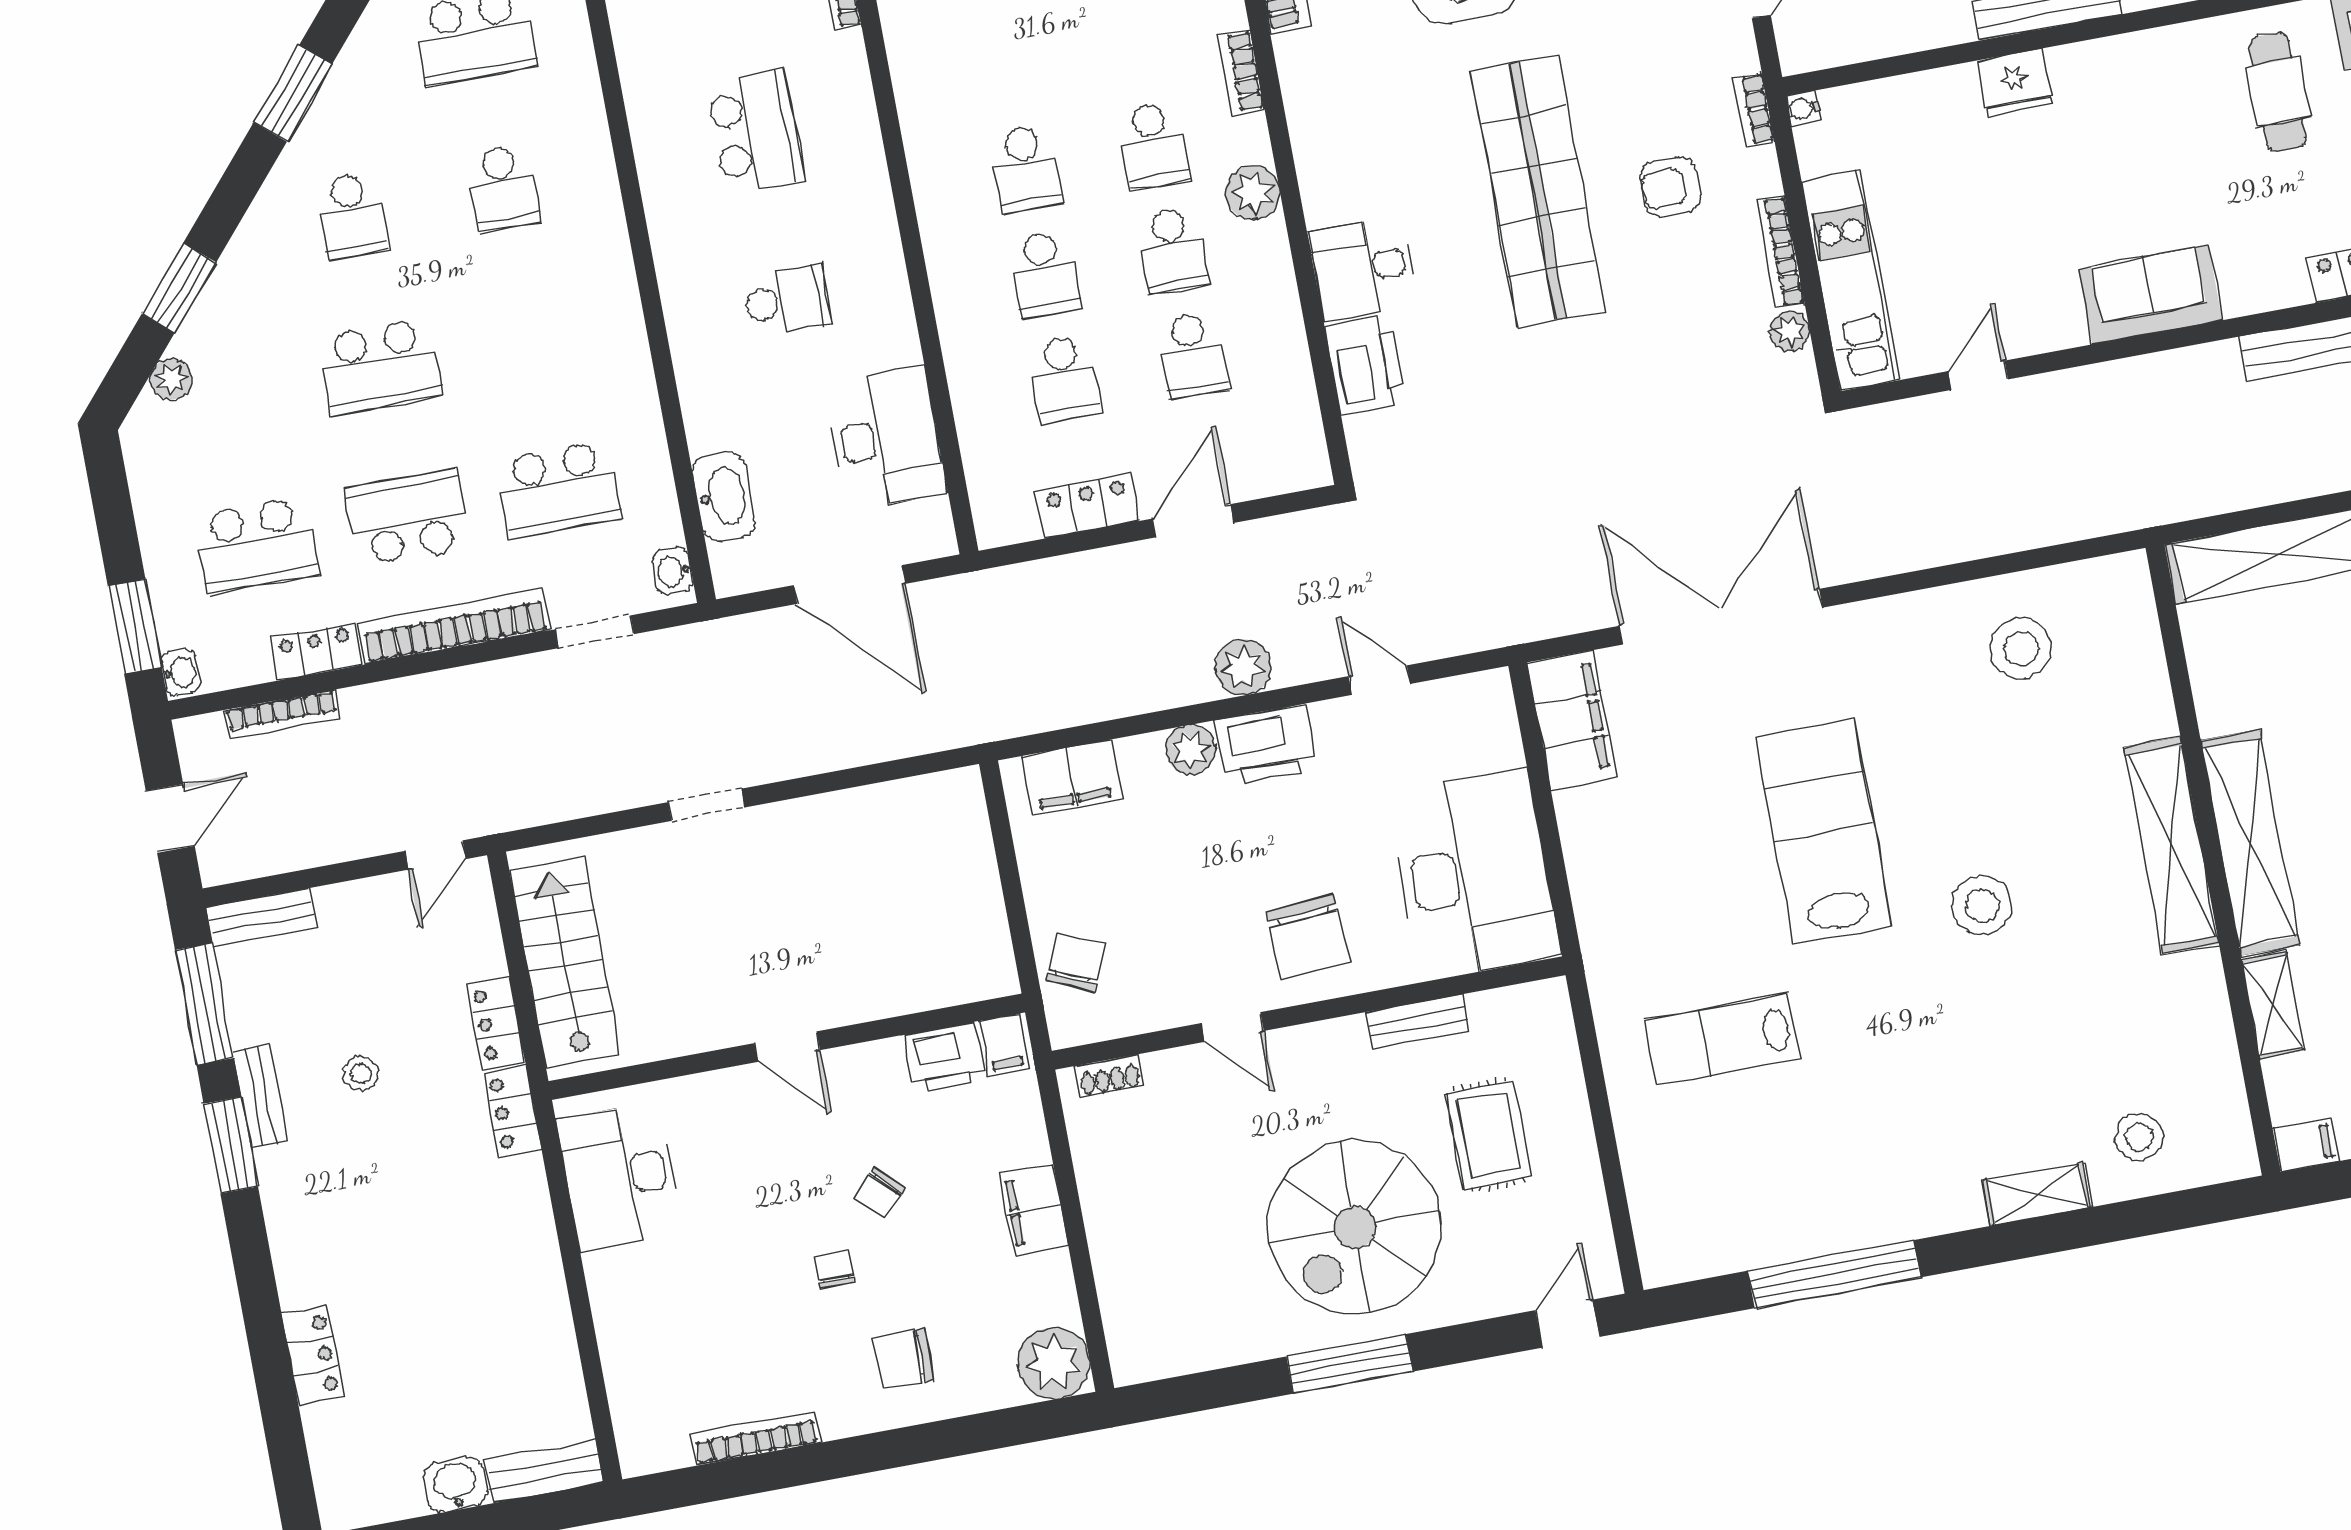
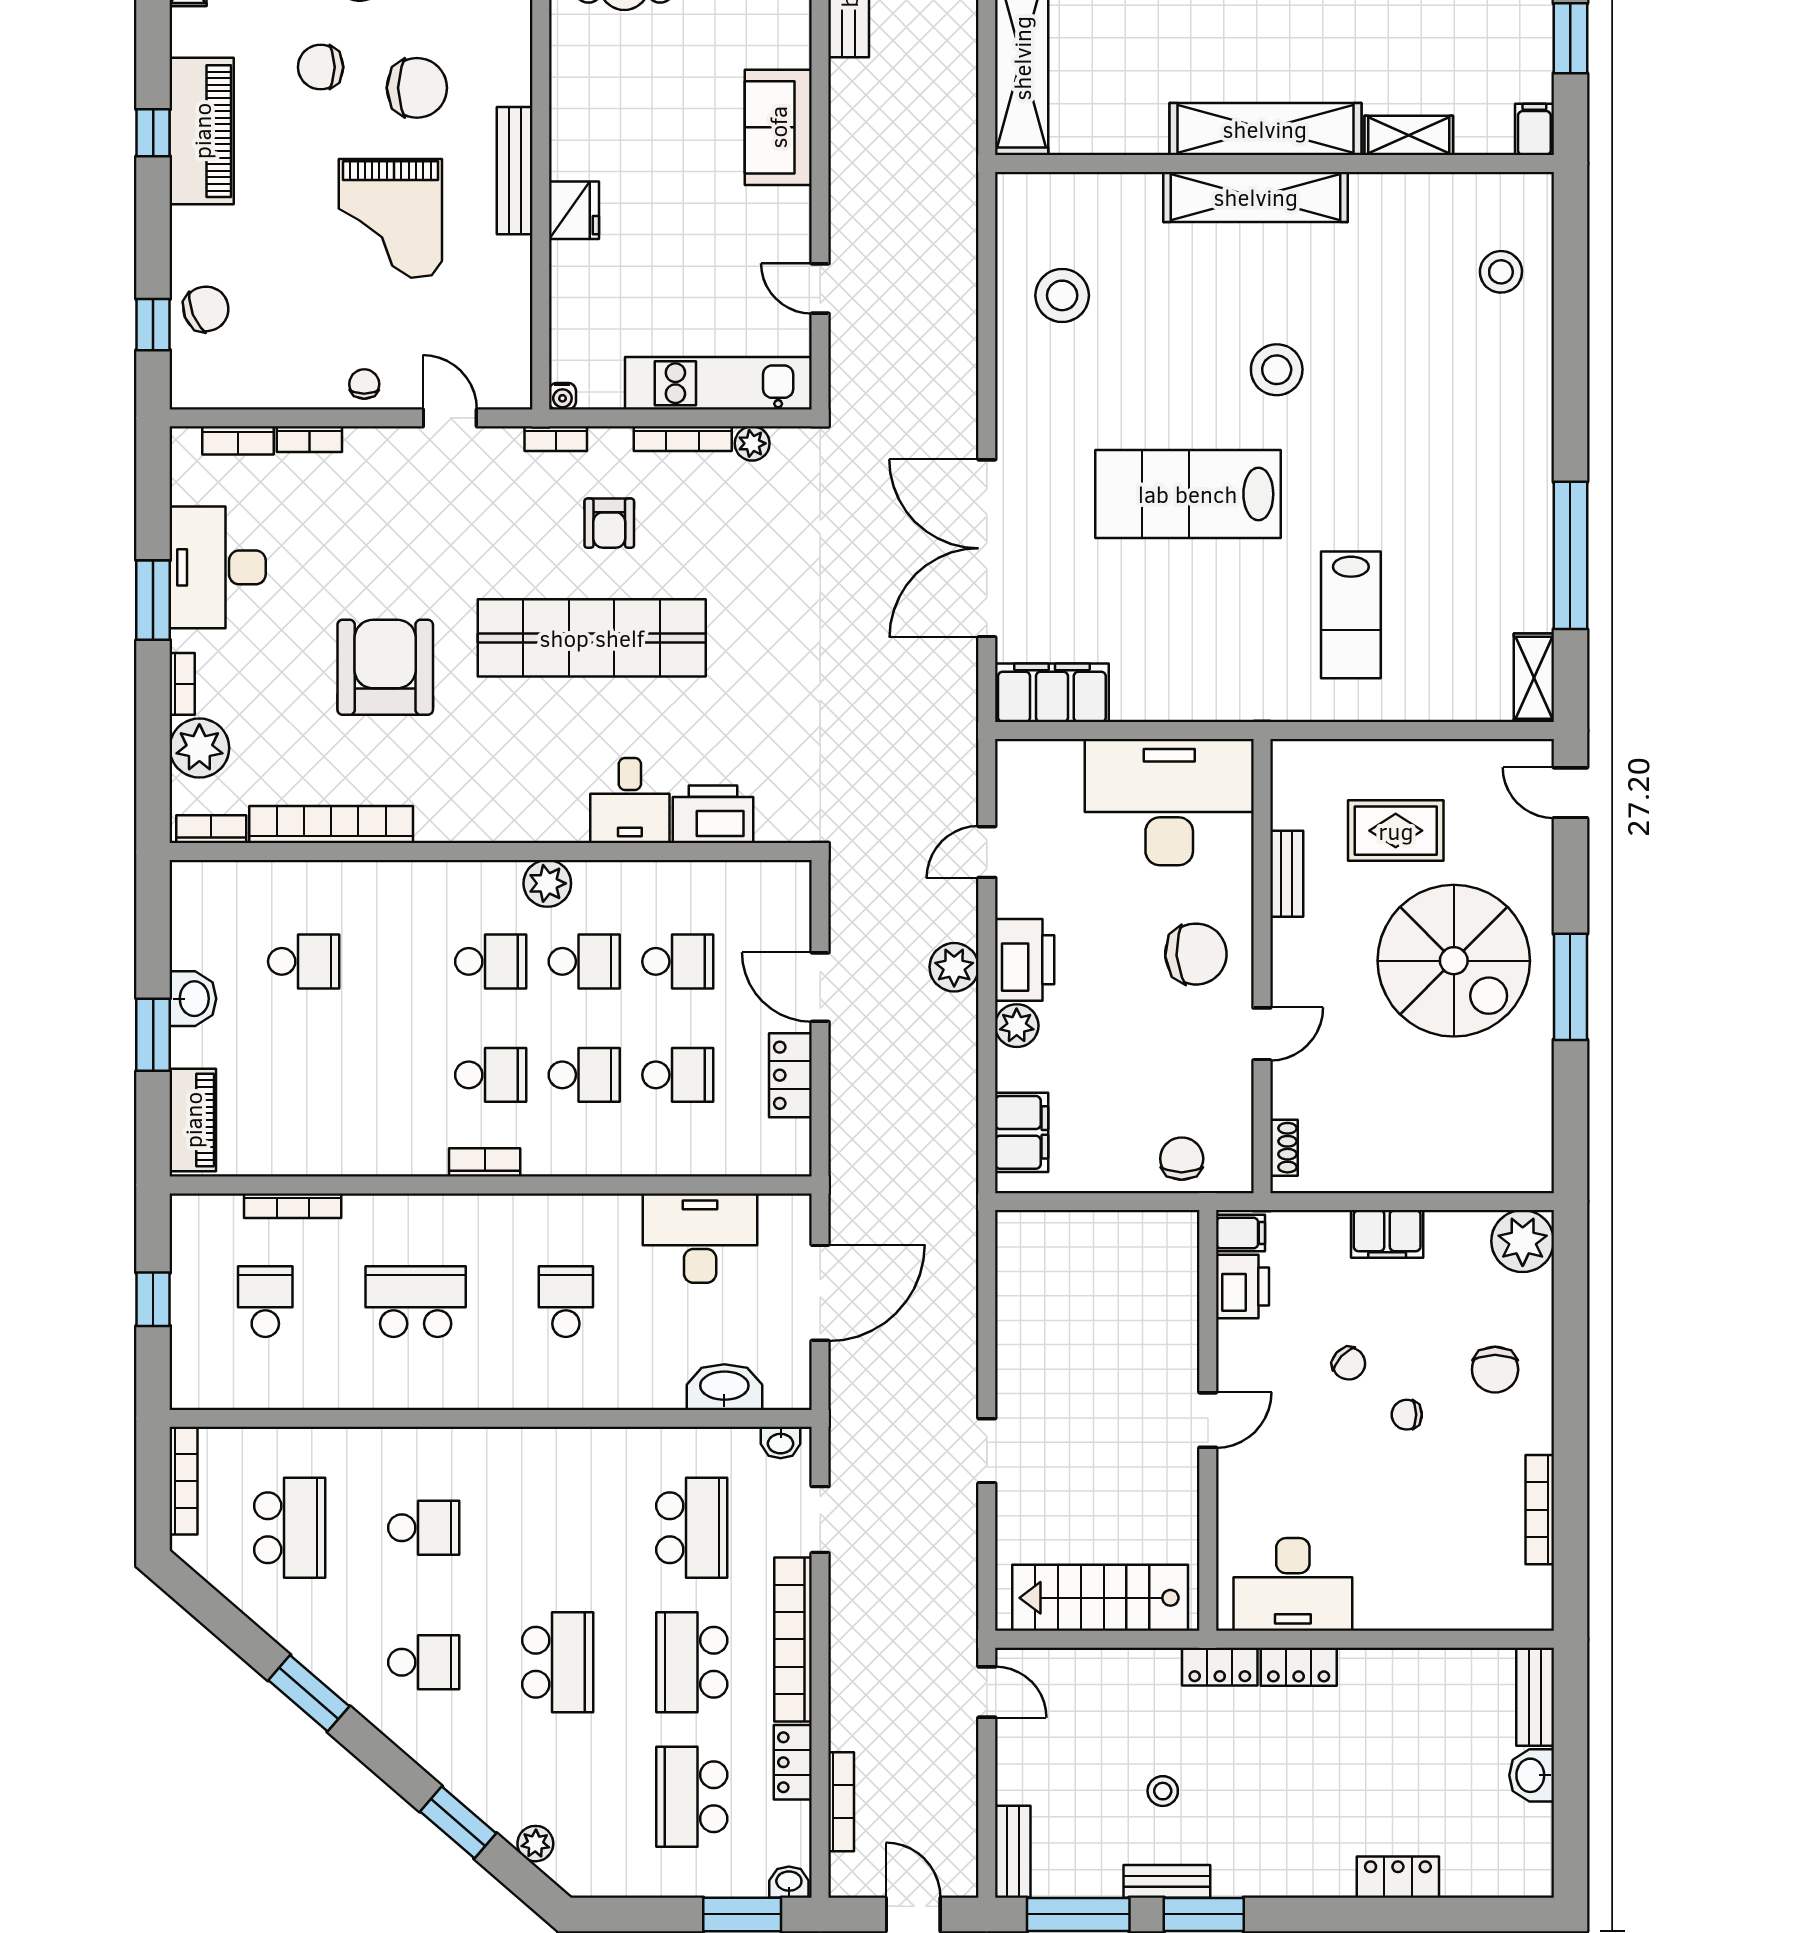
bookcase: (1241, 72) -> (485, 1162), moved, turned 180
school desk: (256, 545) -> (692, 1797), turned 180
chair: (1076, 963) -> (1182, 1159), turned 67
locker: (496, 1023) -> (1299, 1667), moved
shelving: (2037, 1194) -> (1534, 678), moved

